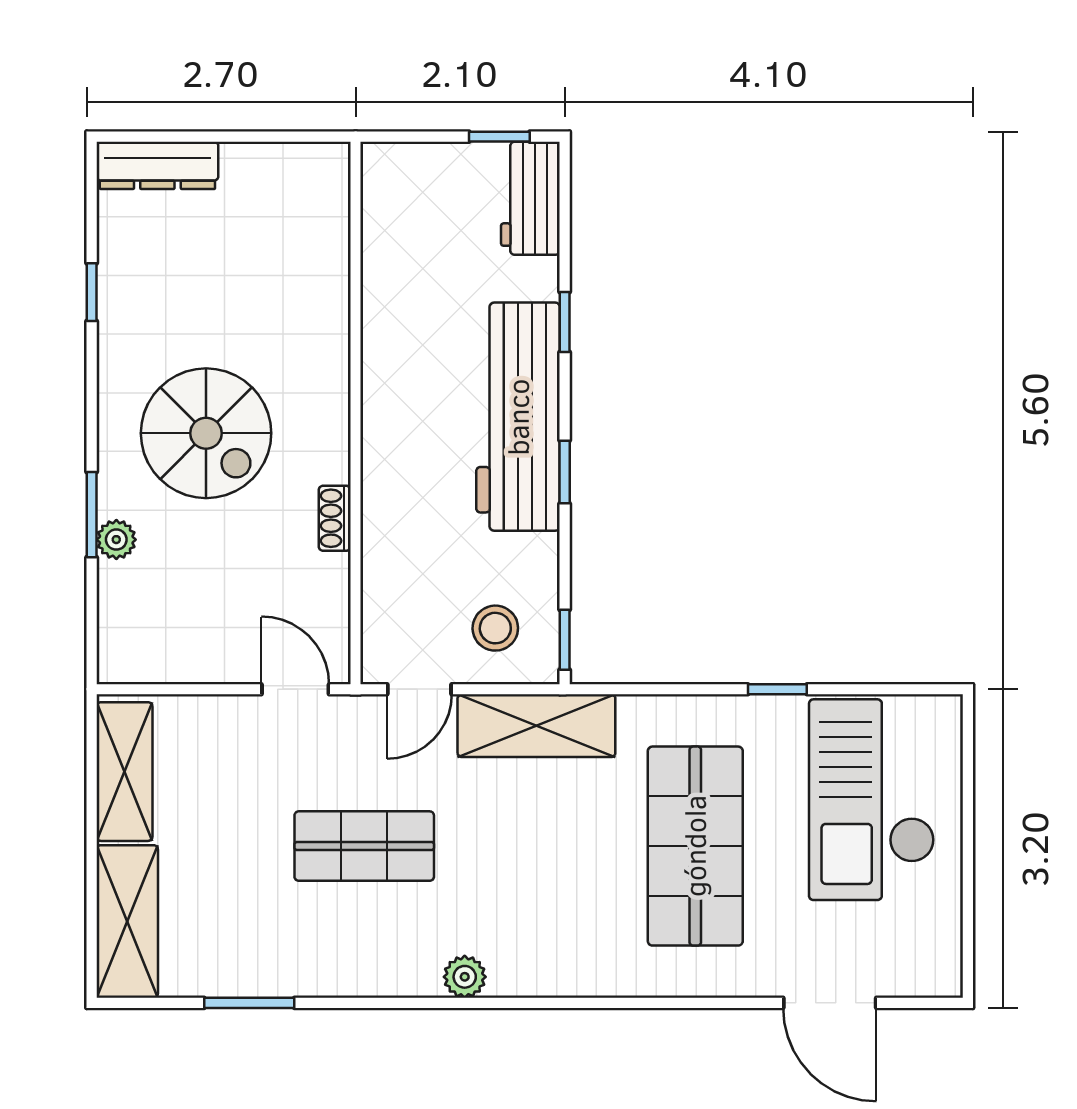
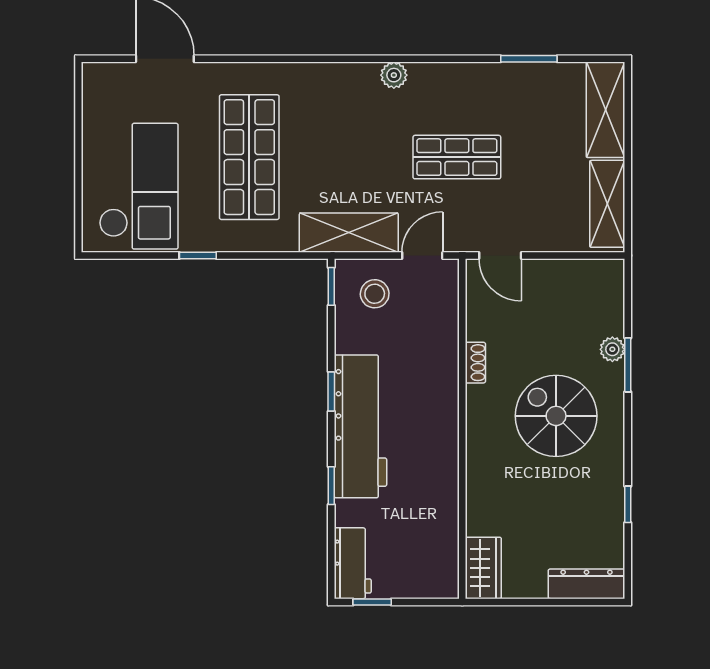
wardrobe: (322, 191) -> (483, 568), added

